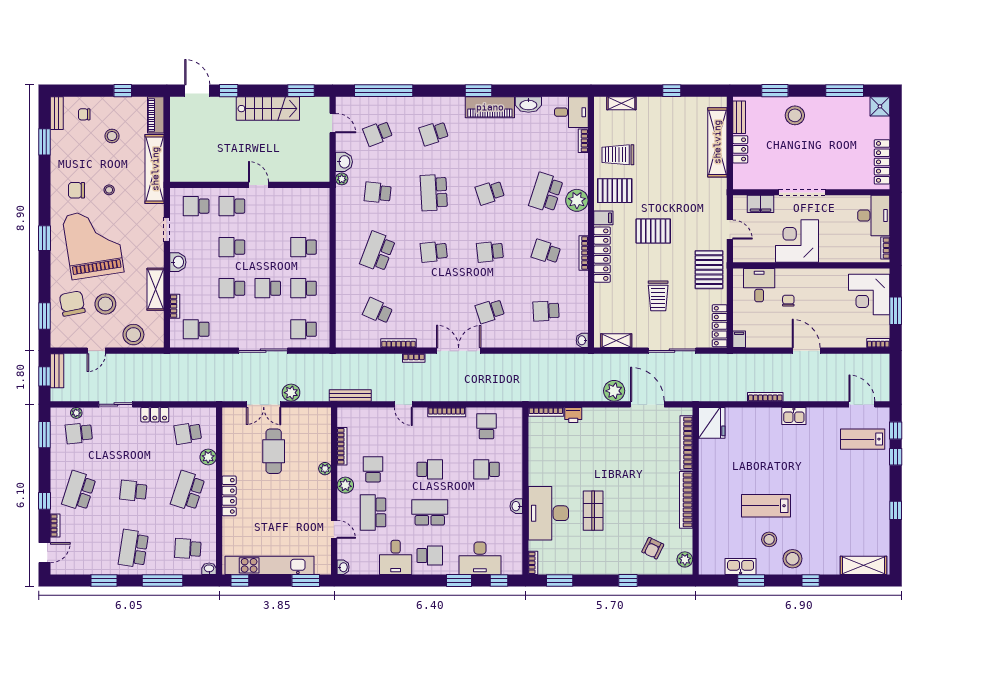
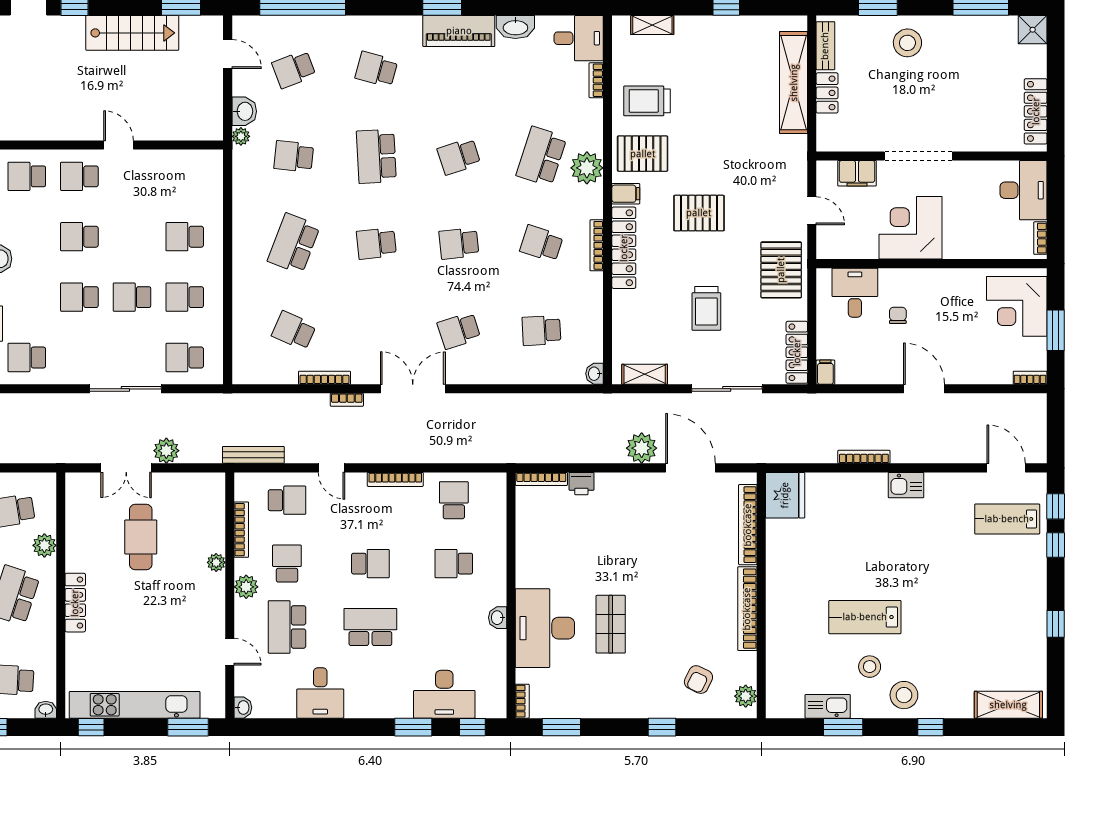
school desk: (434, 133) -> (376, 69), turned 33
school desk: (430, 556) -> (287, 500), moved

